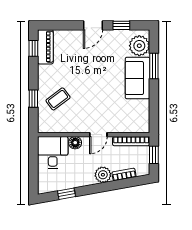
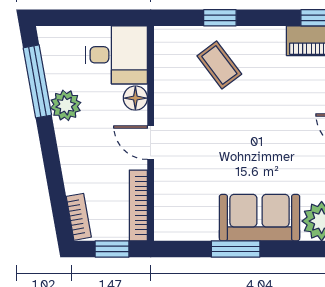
window: (154, 66) -> (236, 249), moved
plant: (103, 175) -> (66, 105), moved
bookcase: (124, 175) -> (79, 217), moved
window: (67, 194) -> (37, 81), width x2.17

